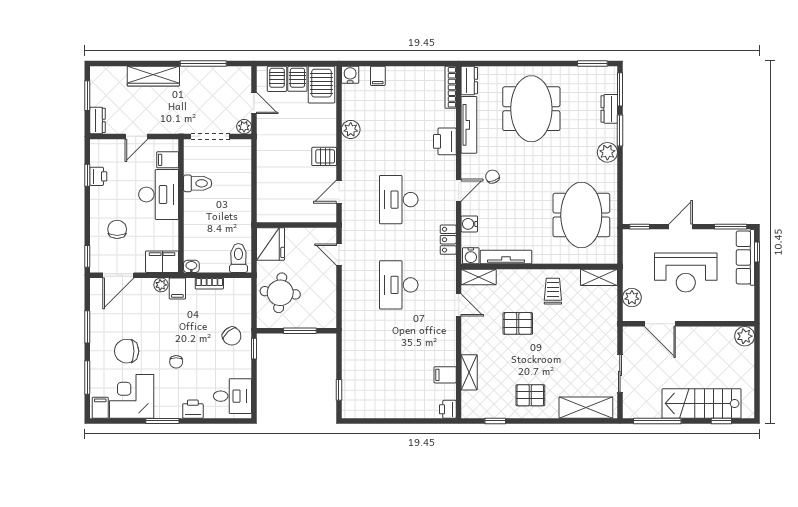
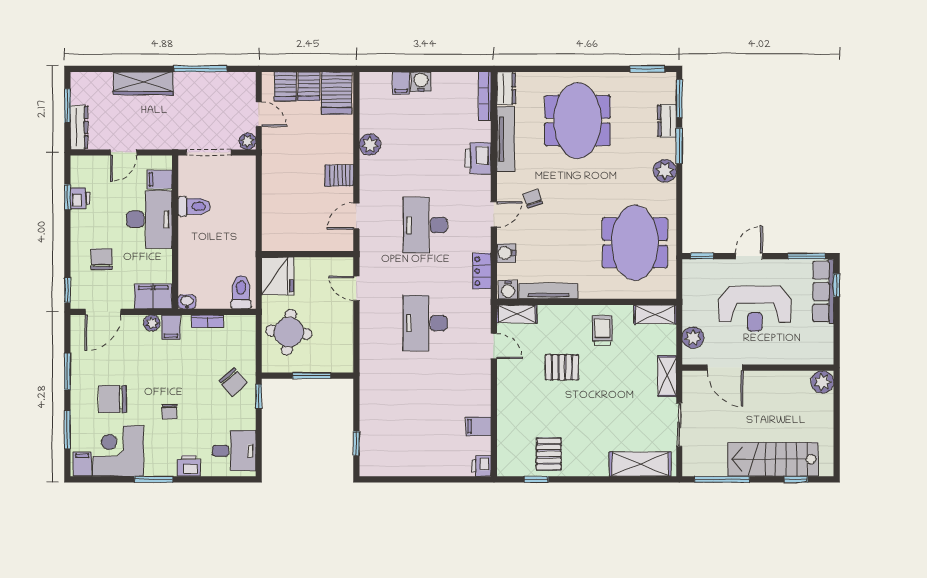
water cooler: (350, 75) -> (421, 82), moved
dresser: (97, 120) -> (79, 127), width x1.44
shelving: (469, 372) -> (667, 376), moved
pallet: (530, 395) -> (549, 454), moved, turned 90

